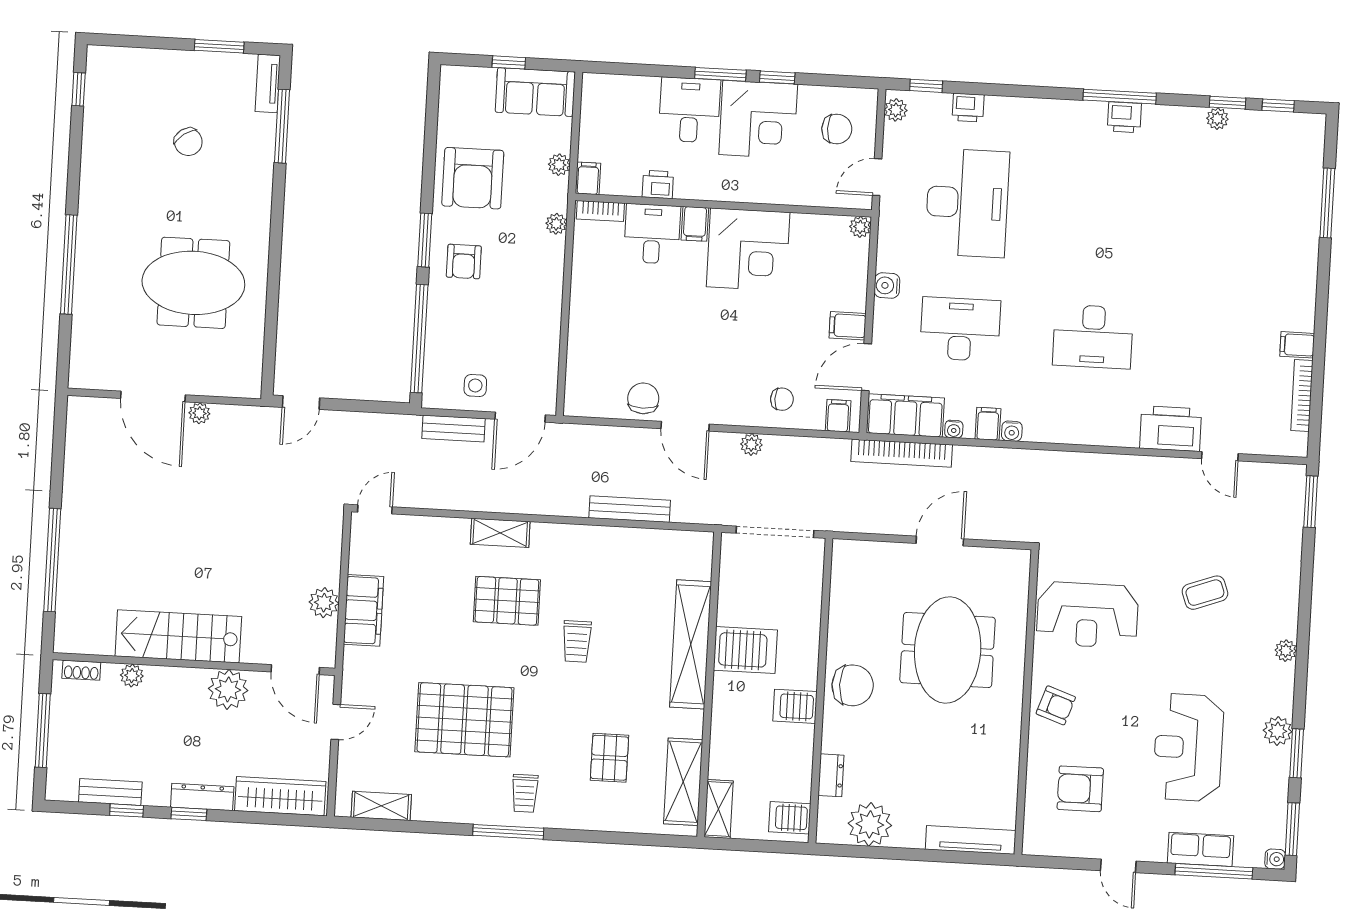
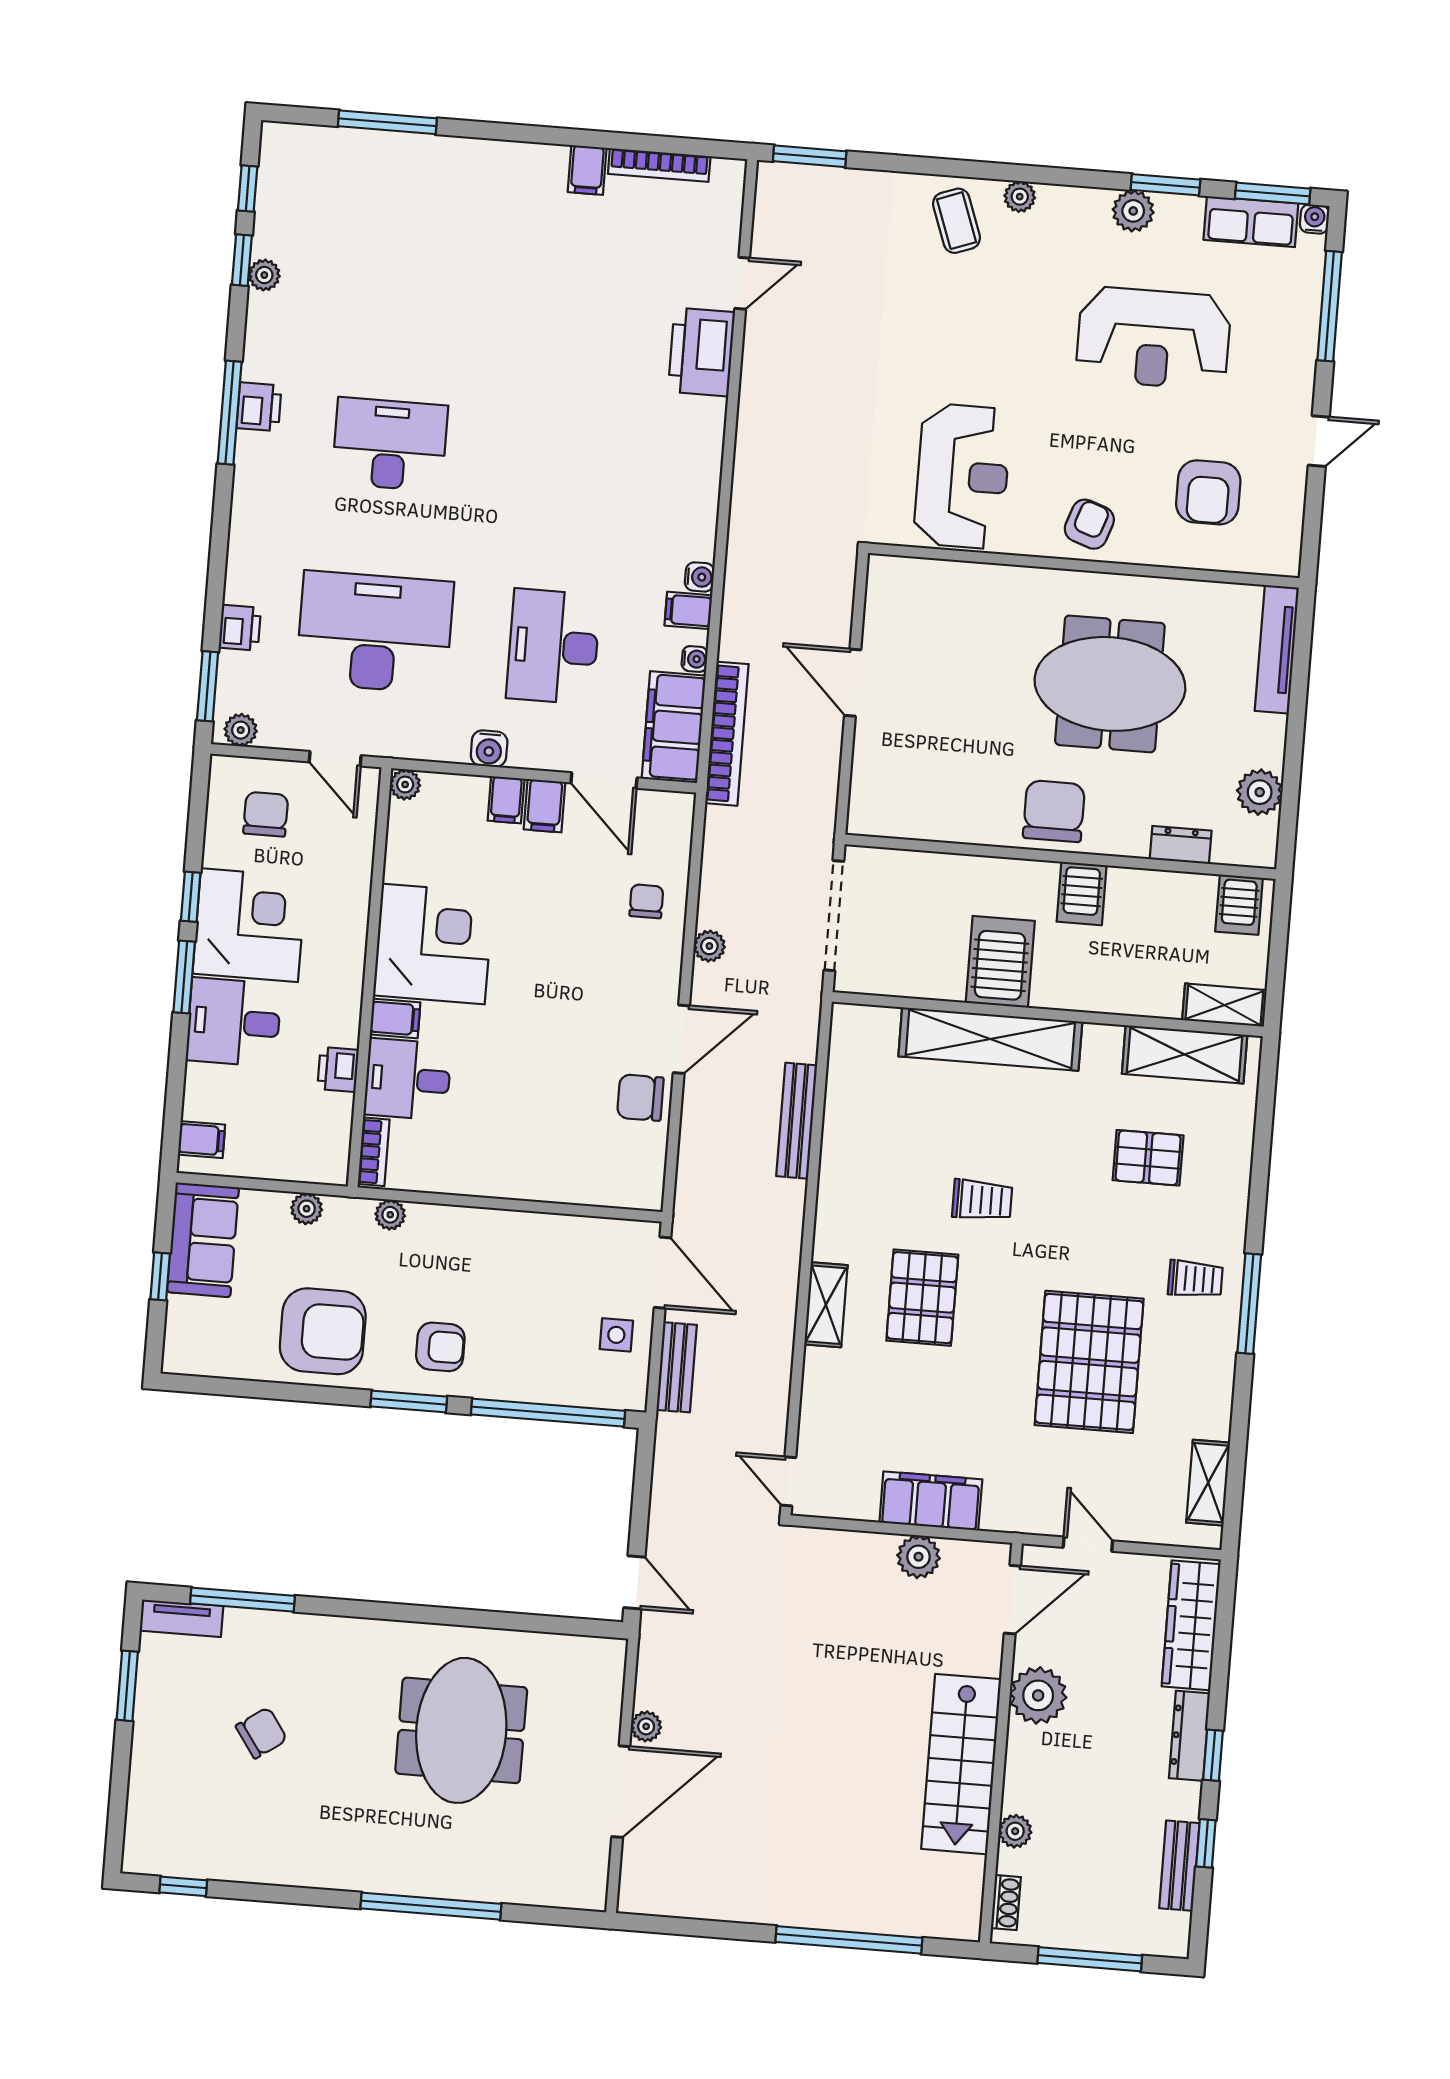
window: (926, 86) -> (208, 686), width x1.50
filing cabinet: (588, 178) -> (202, 1140), moved, turned 180
desk: (1093, 337) -> (390, 444), moved, turned -90
filing cabinet: (838, 416) -> (506, 800), moved, turned -90
coffee table: (1205, 593) -> (956, 221), moved
meeting table: (948, 650) -> (1110, 684), moved
plant: (870, 824) -> (1260, 792), width x0.73, depth x0.73
row of seats: (1200, 849) -> (1251, 222), moved, turned -90

